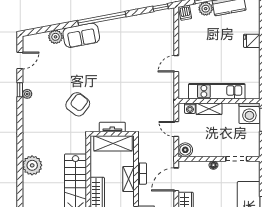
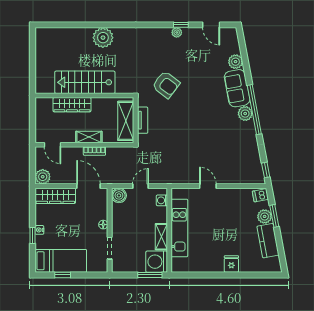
plant: (106, 27) -> (245, 114), added
shelving: (209, 109) -> (161, 237), moved

